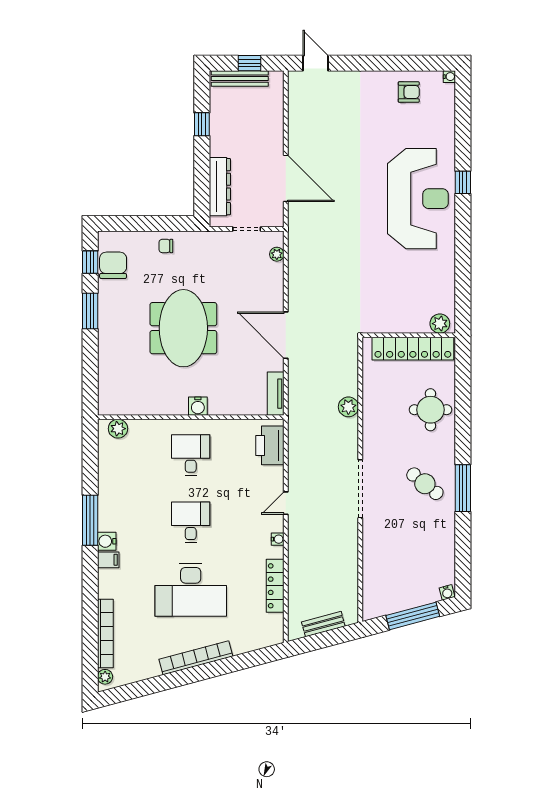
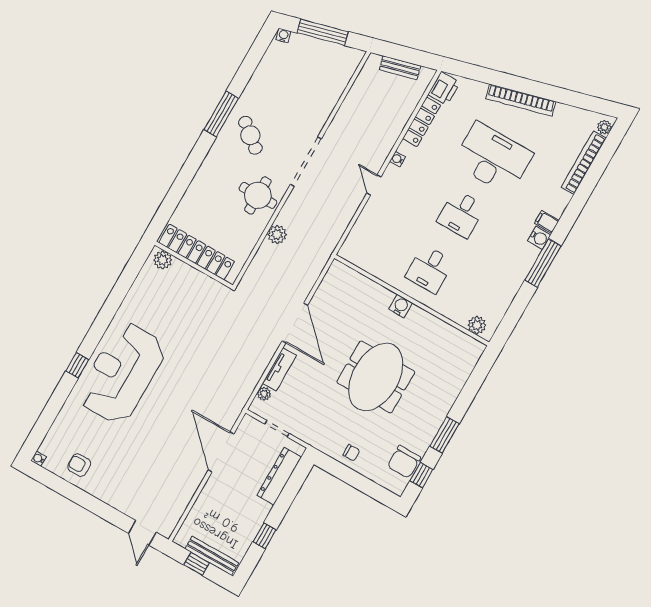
tv unit: (276, 394) -> (279, 369), moved
round table: (430, 410) -> (258, 195), moved
printer: (270, 445) -> (444, 89), moved, width x0.73, depth x0.84
door: (286, 503) -> (374, 185), swing flipped

